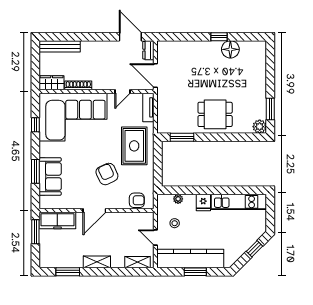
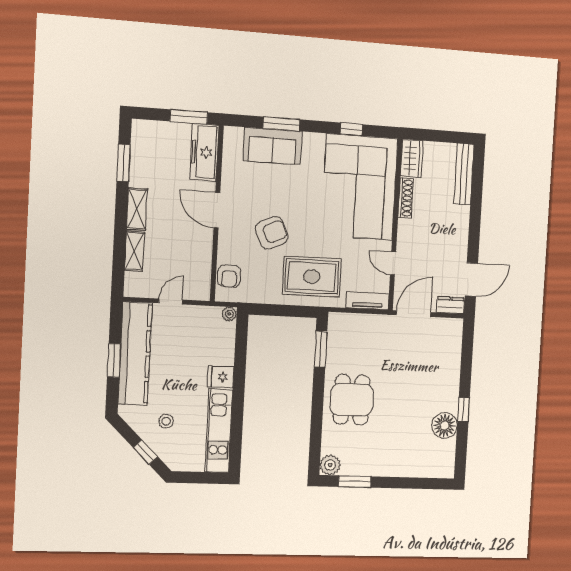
plant: (178, 199) -> (229, 314), moved
stool: (175, 223) -> (166, 421), moved
shelving: (138, 262) -> (134, 251), moved

